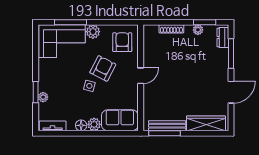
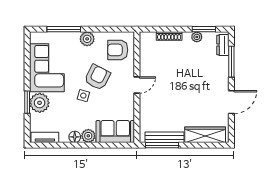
corner sofa: (62, 41) -> (47, 68), moved, turned -90
armchair: (122, 42) -> (118, 50), turned -90
plant: (43, 97) -> (40, 103), width x1.87, depth x1.87

